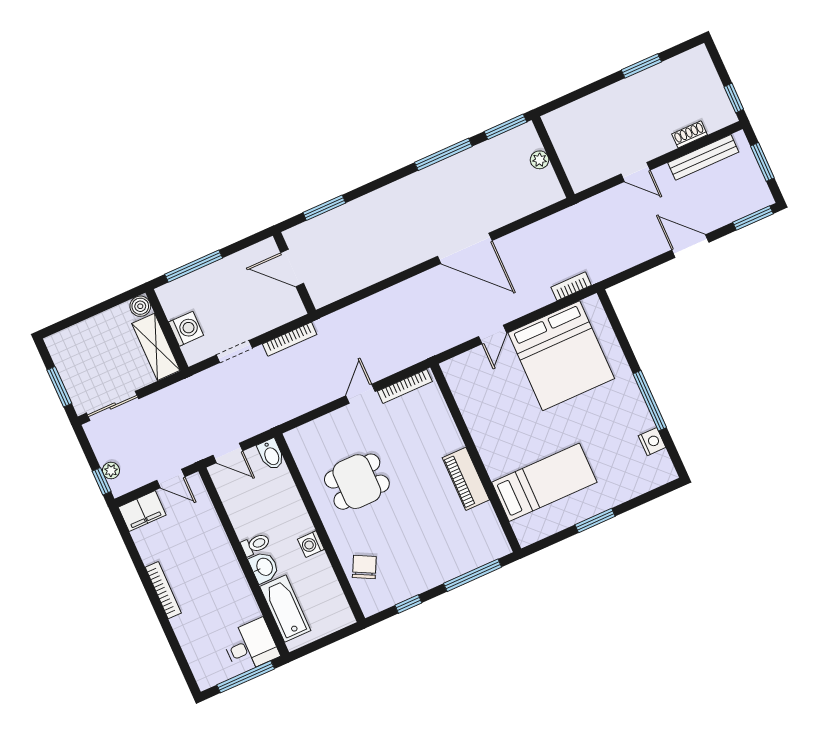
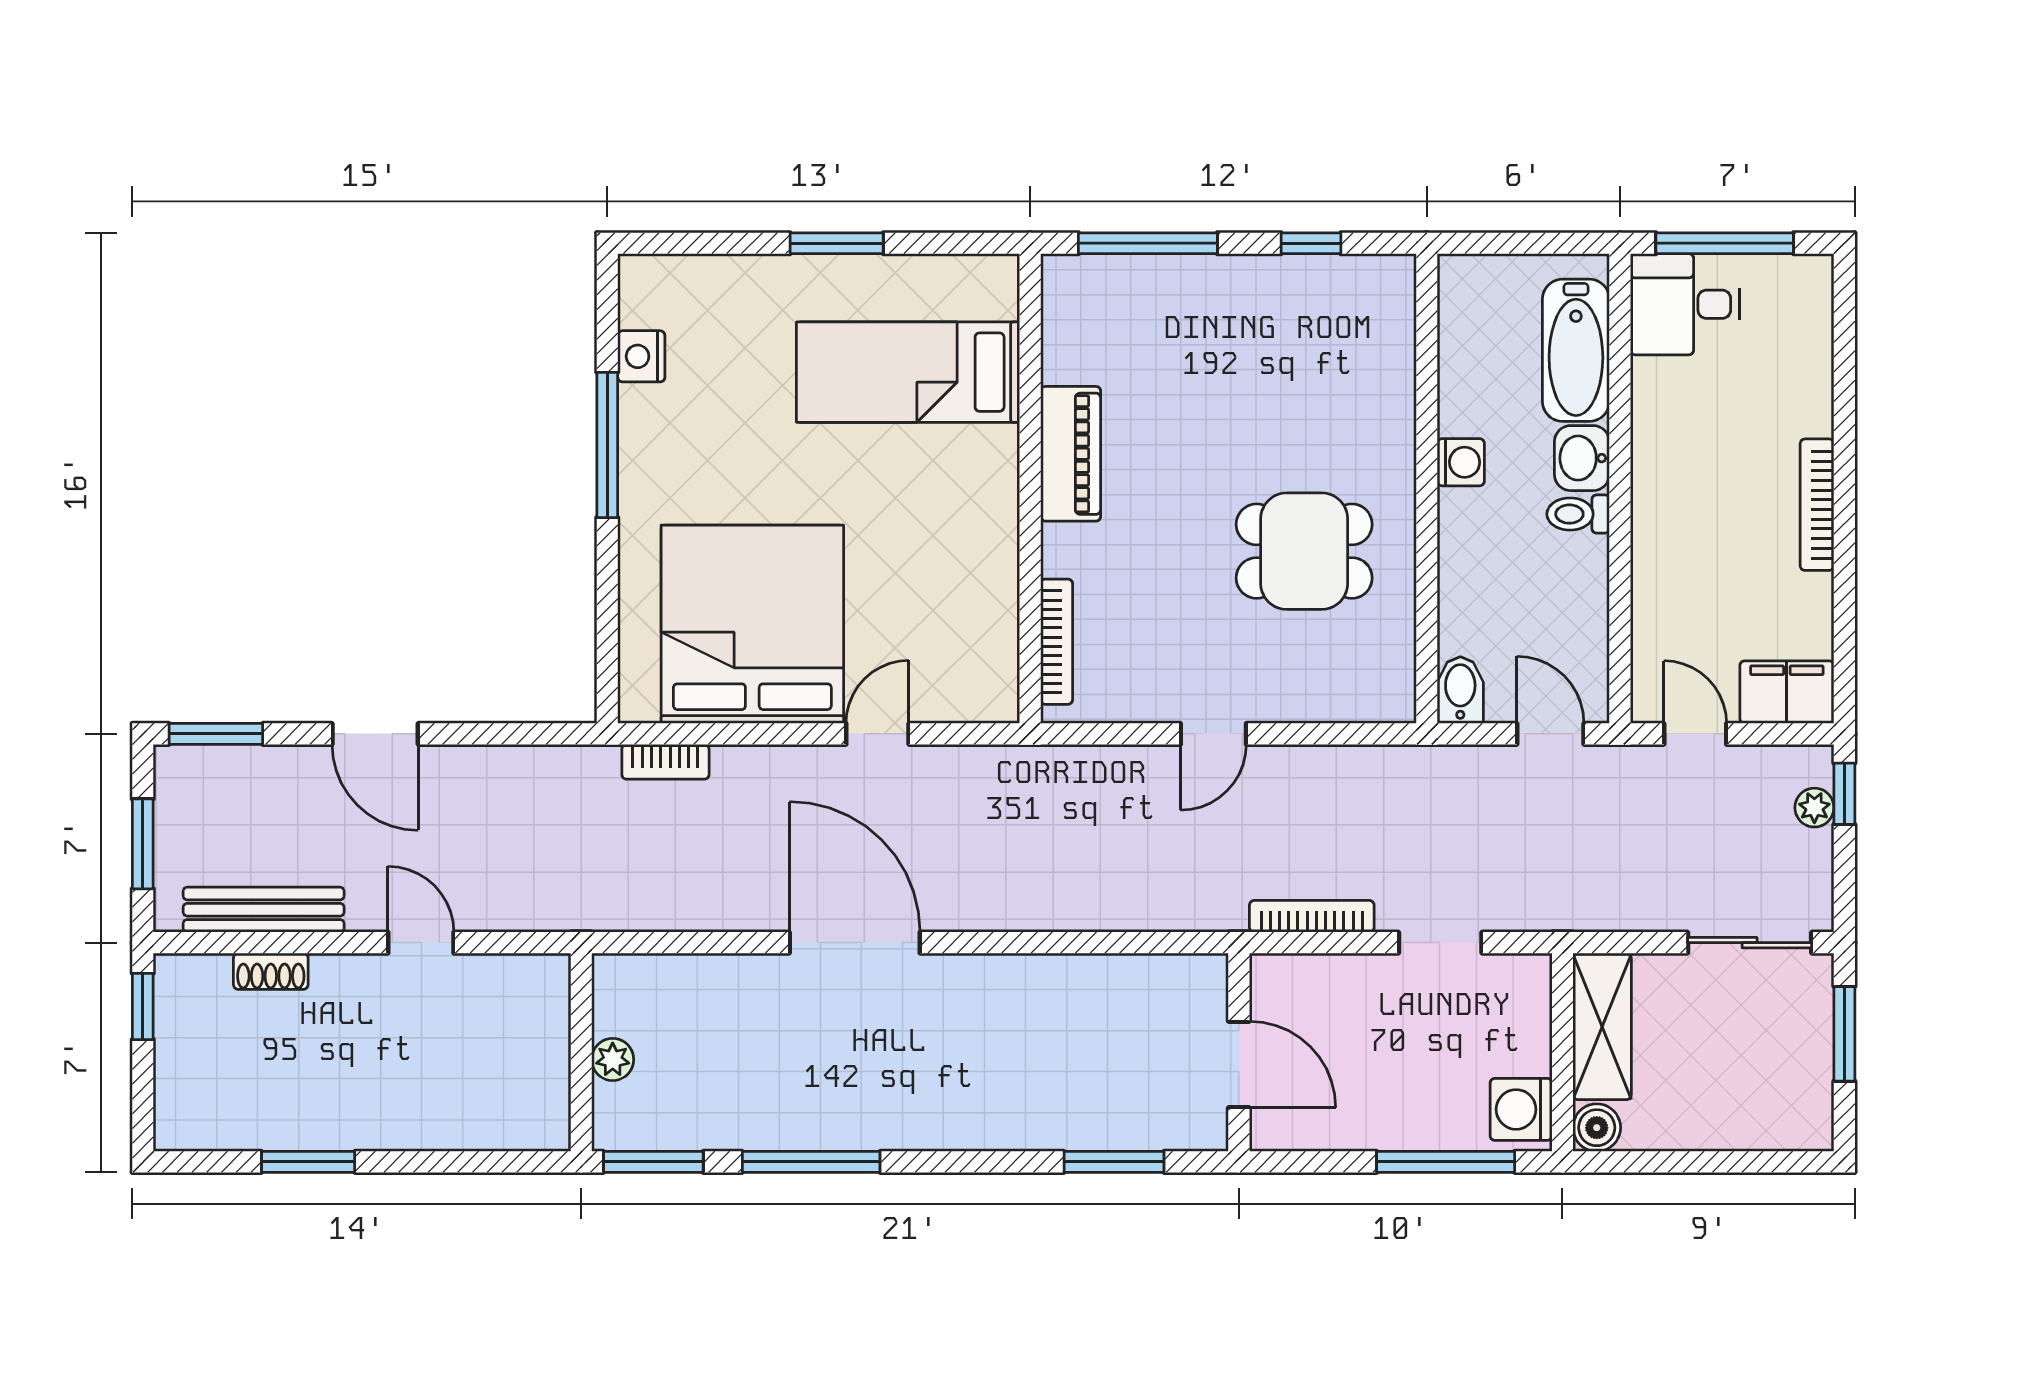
washing machine: (186, 329) -> (1521, 1109), moved
bookcase: (405, 386) -> (1057, 642), moved, turned 90
chair: (364, 567) -> (1369, 363), removed

